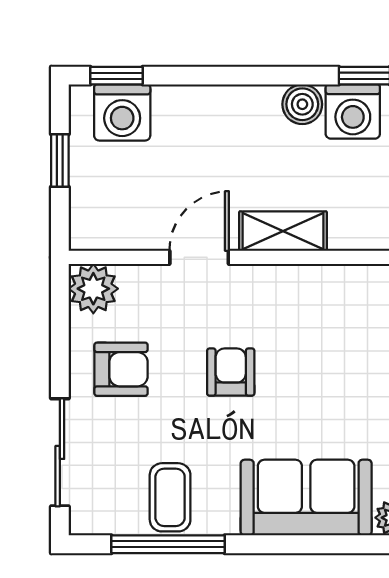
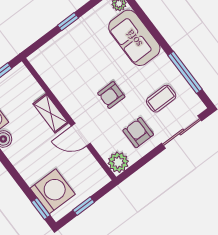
washing machine: (122, 112) -> (53, 191), width x1.37, depth x1.37
coffee table: (170, 497) -> (161, 99), moved

